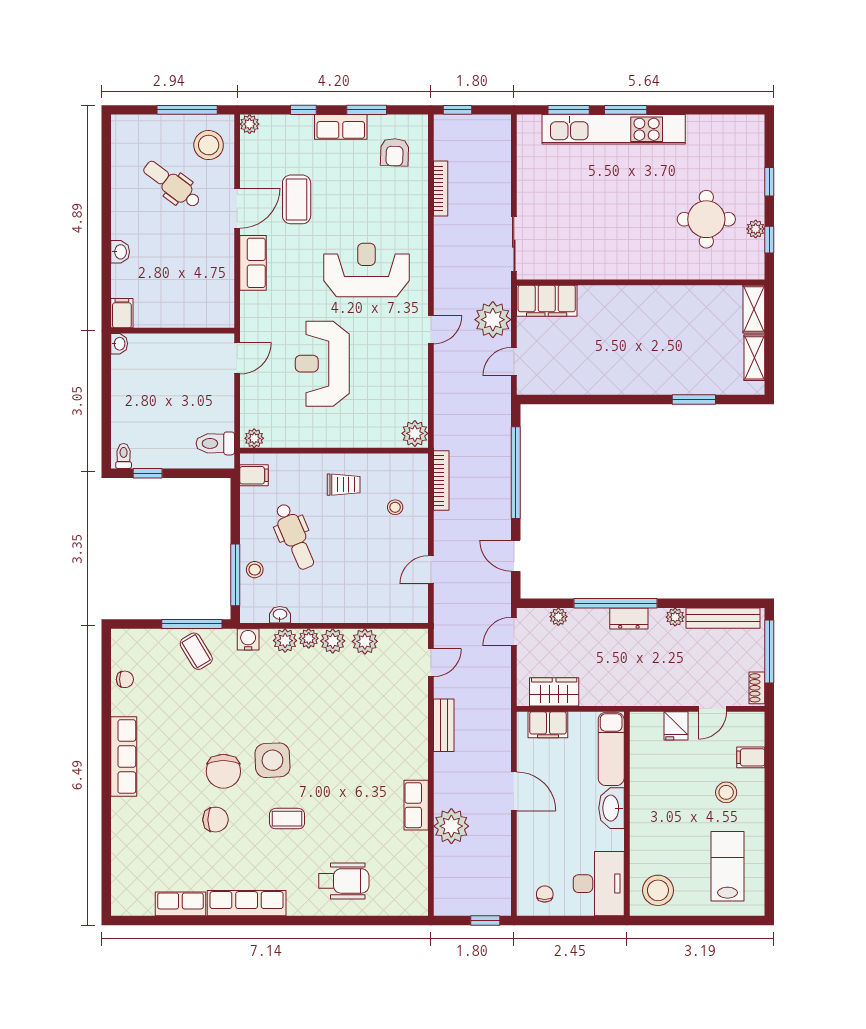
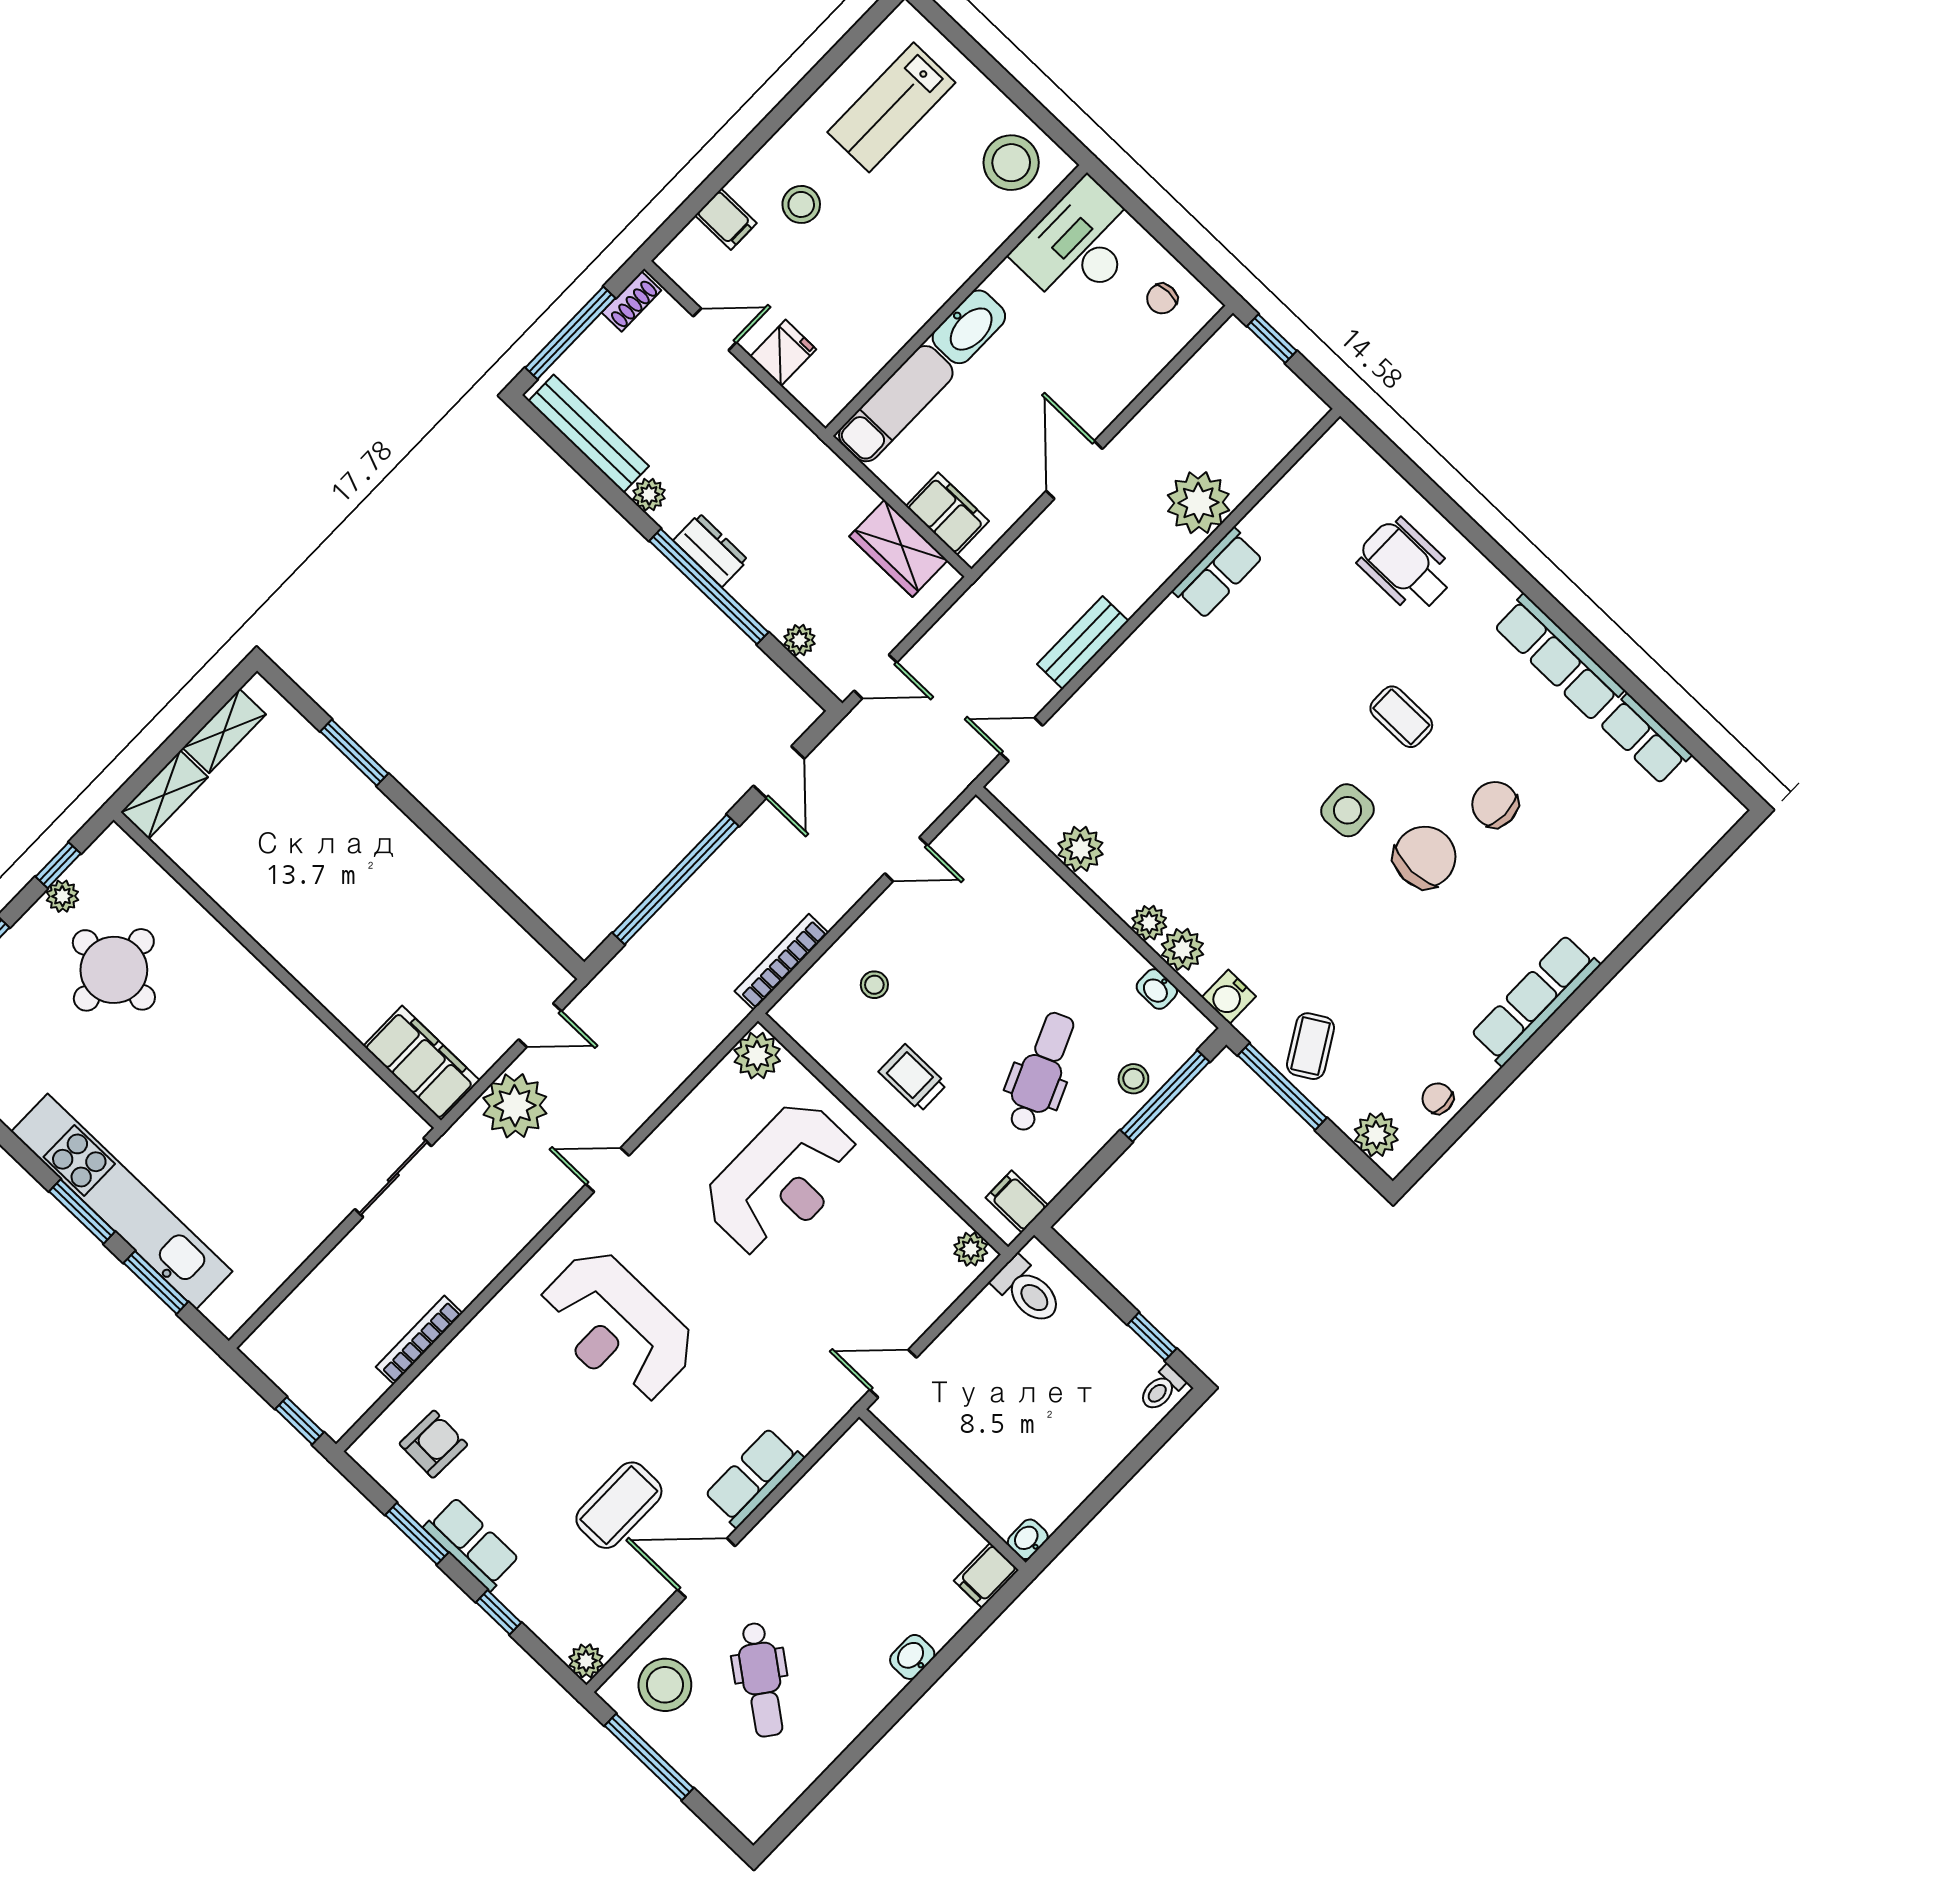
reception desk: (322, 364) -> (782, 1180), moved
plant: (333, 641) -> (1376, 1135), moved
side table: (272, 760) -> (1348, 810), width x0.73, depth x0.73

